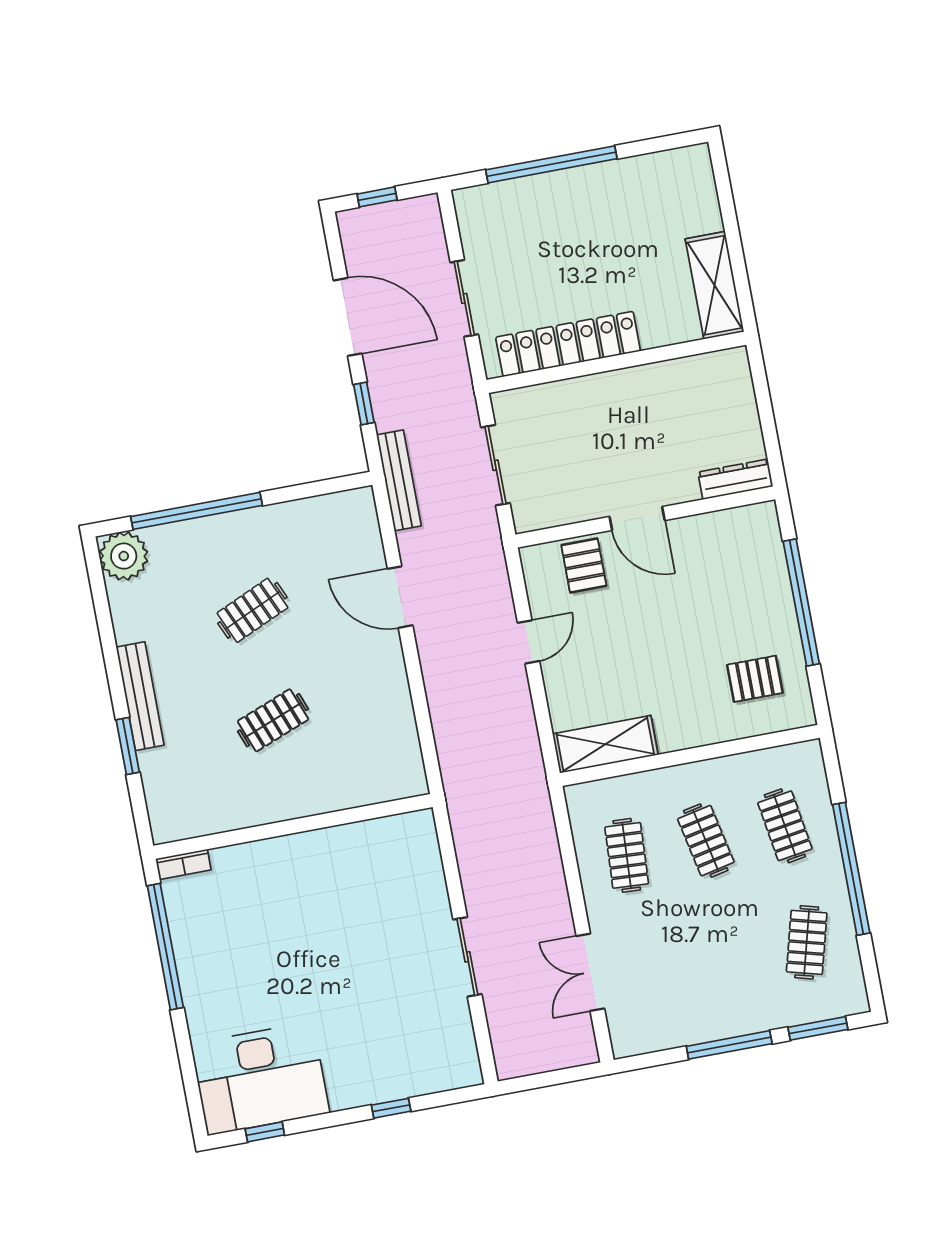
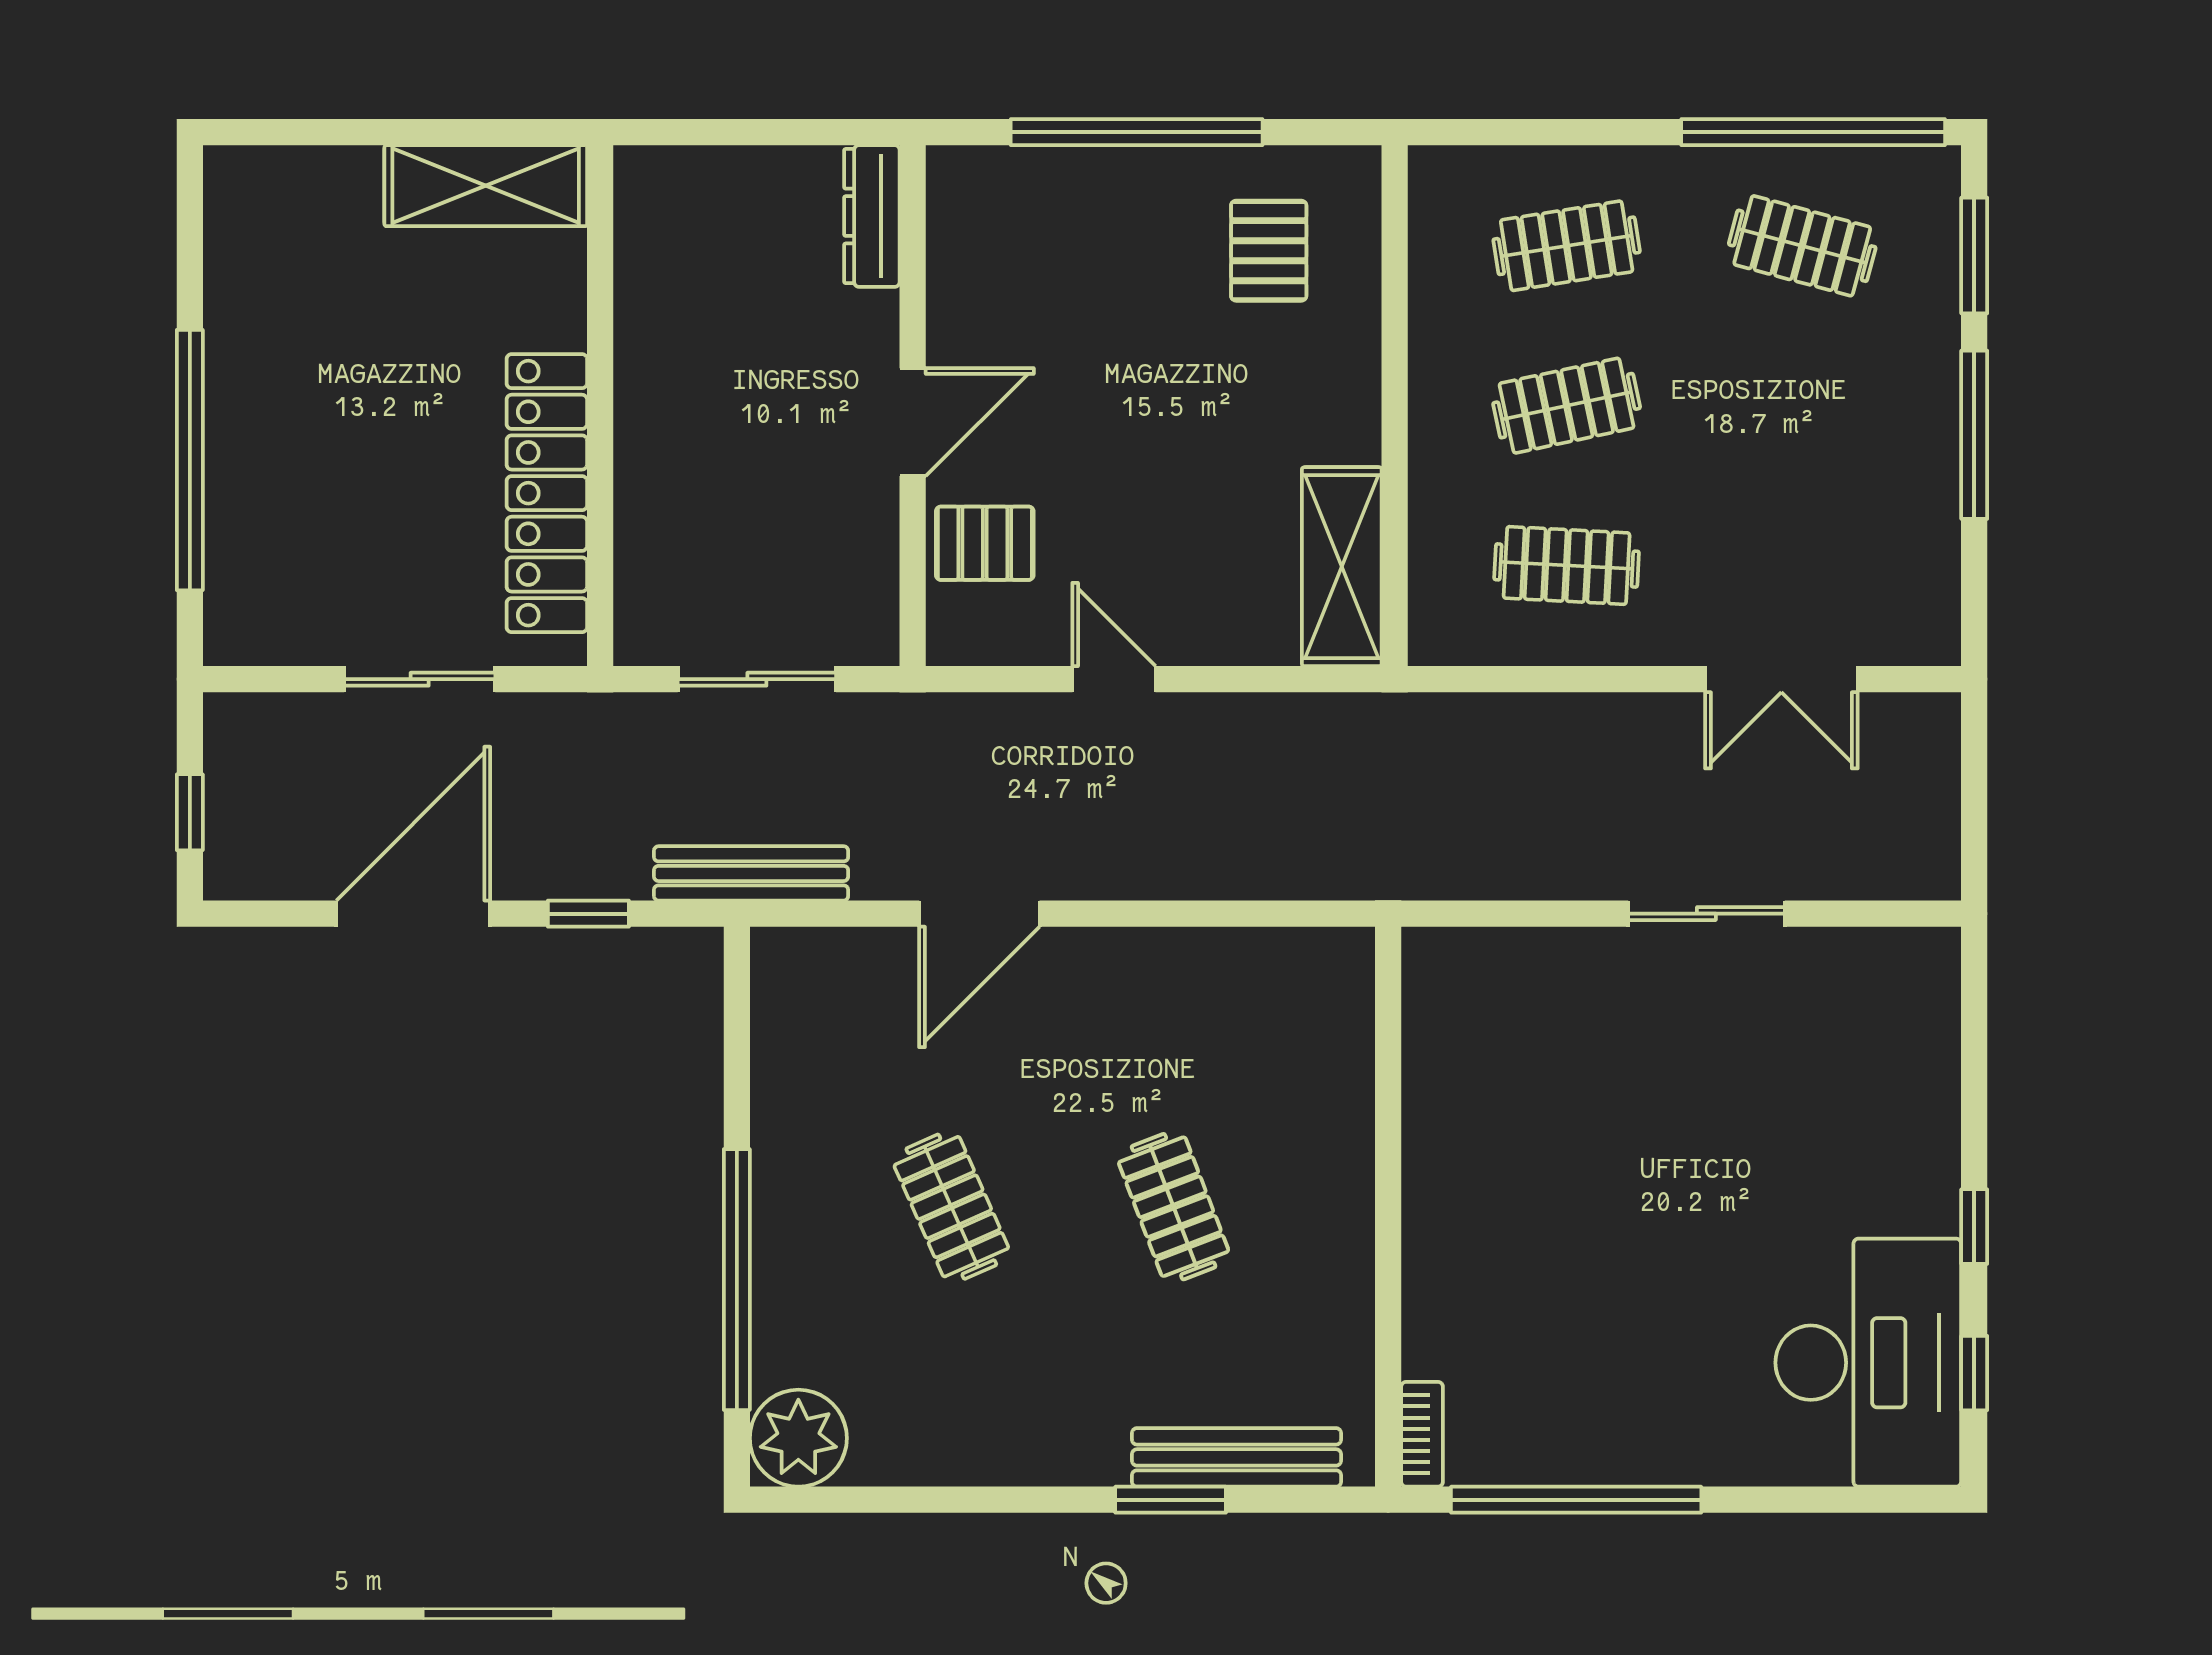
bench: (140, 696) -> (1237, 1457), moved
window: (851, 869) -> (1813, 132), moved
window: (391, 1108) -> (1974, 1227), moved

